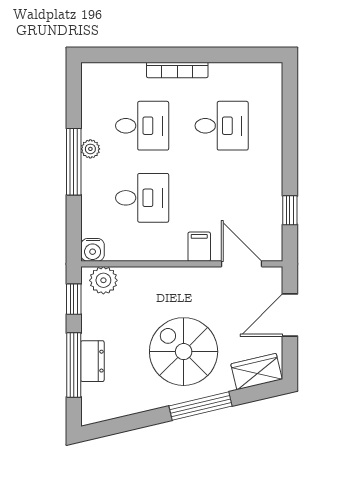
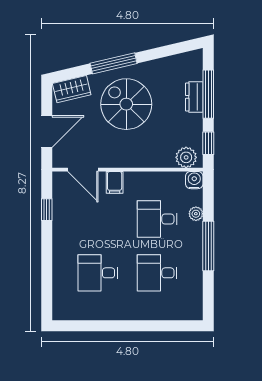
bookcase: (177, 70) -> (131, 315), removed
plant: (90, 149) -> (196, 214), moved
spiral stairs: (184, 352) -> (126, 104), turned 180

